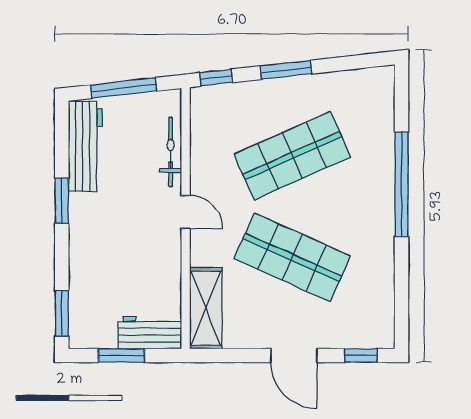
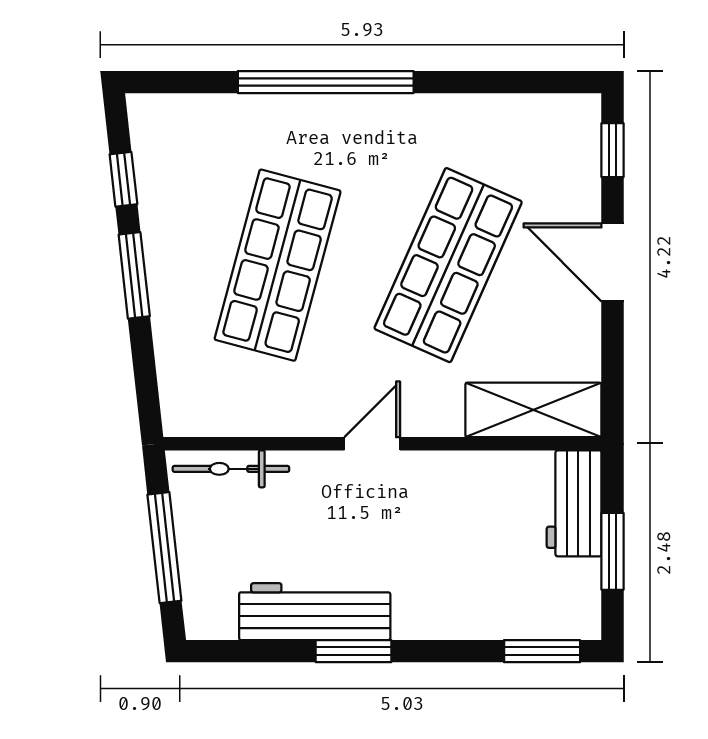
window: (216, 78) -> (123, 179), moved
workbench: (85, 146) -> (315, 612), moved
bicycle: (171, 152) -> (231, 469), moved
shop shelf: (292, 156) -> (278, 265), turned 39
door: (294, 355) -> (612, 262), swing flipped

